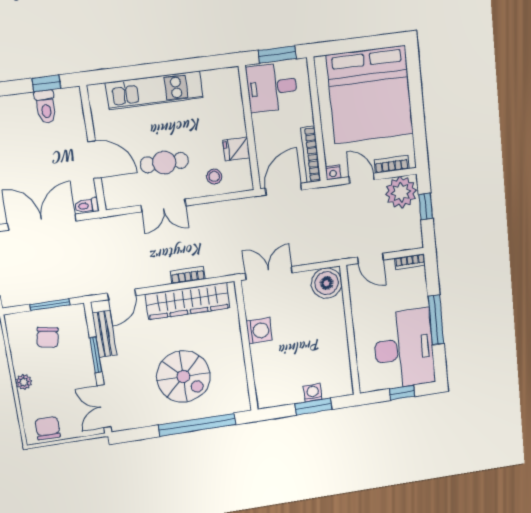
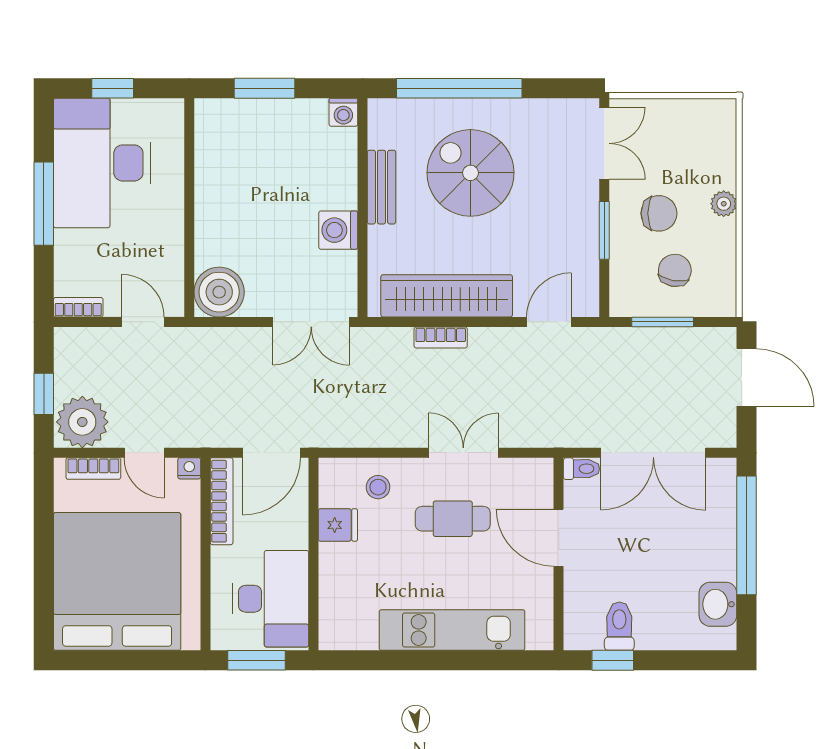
desk: (272, 87) -> (271, 599), width x1.37
bench: (105, 334) -> (382, 187), moved
washing machine: (313, 393) -> (343, 112), moved
chair: (48, 428) -> (659, 213), moved, turned -90

